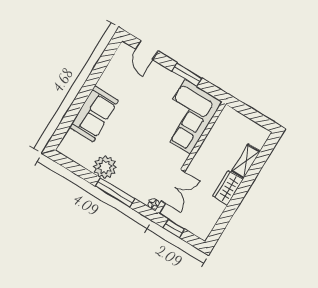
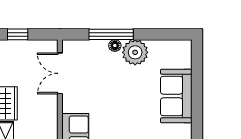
floor lamp: (154, 204) -> (115, 46), moved
window: (174, 228) -> (18, 34), moved

